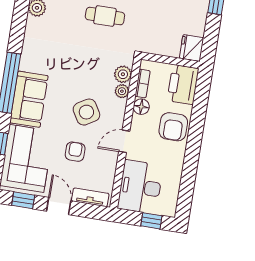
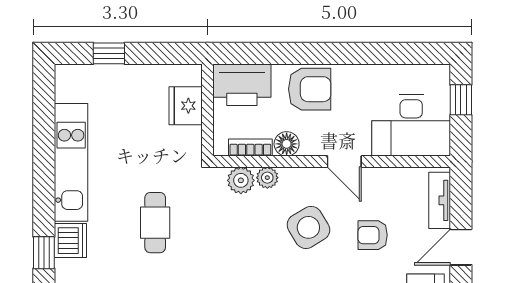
fridge: (192, 48) -> (186, 106), moved, turned 90

